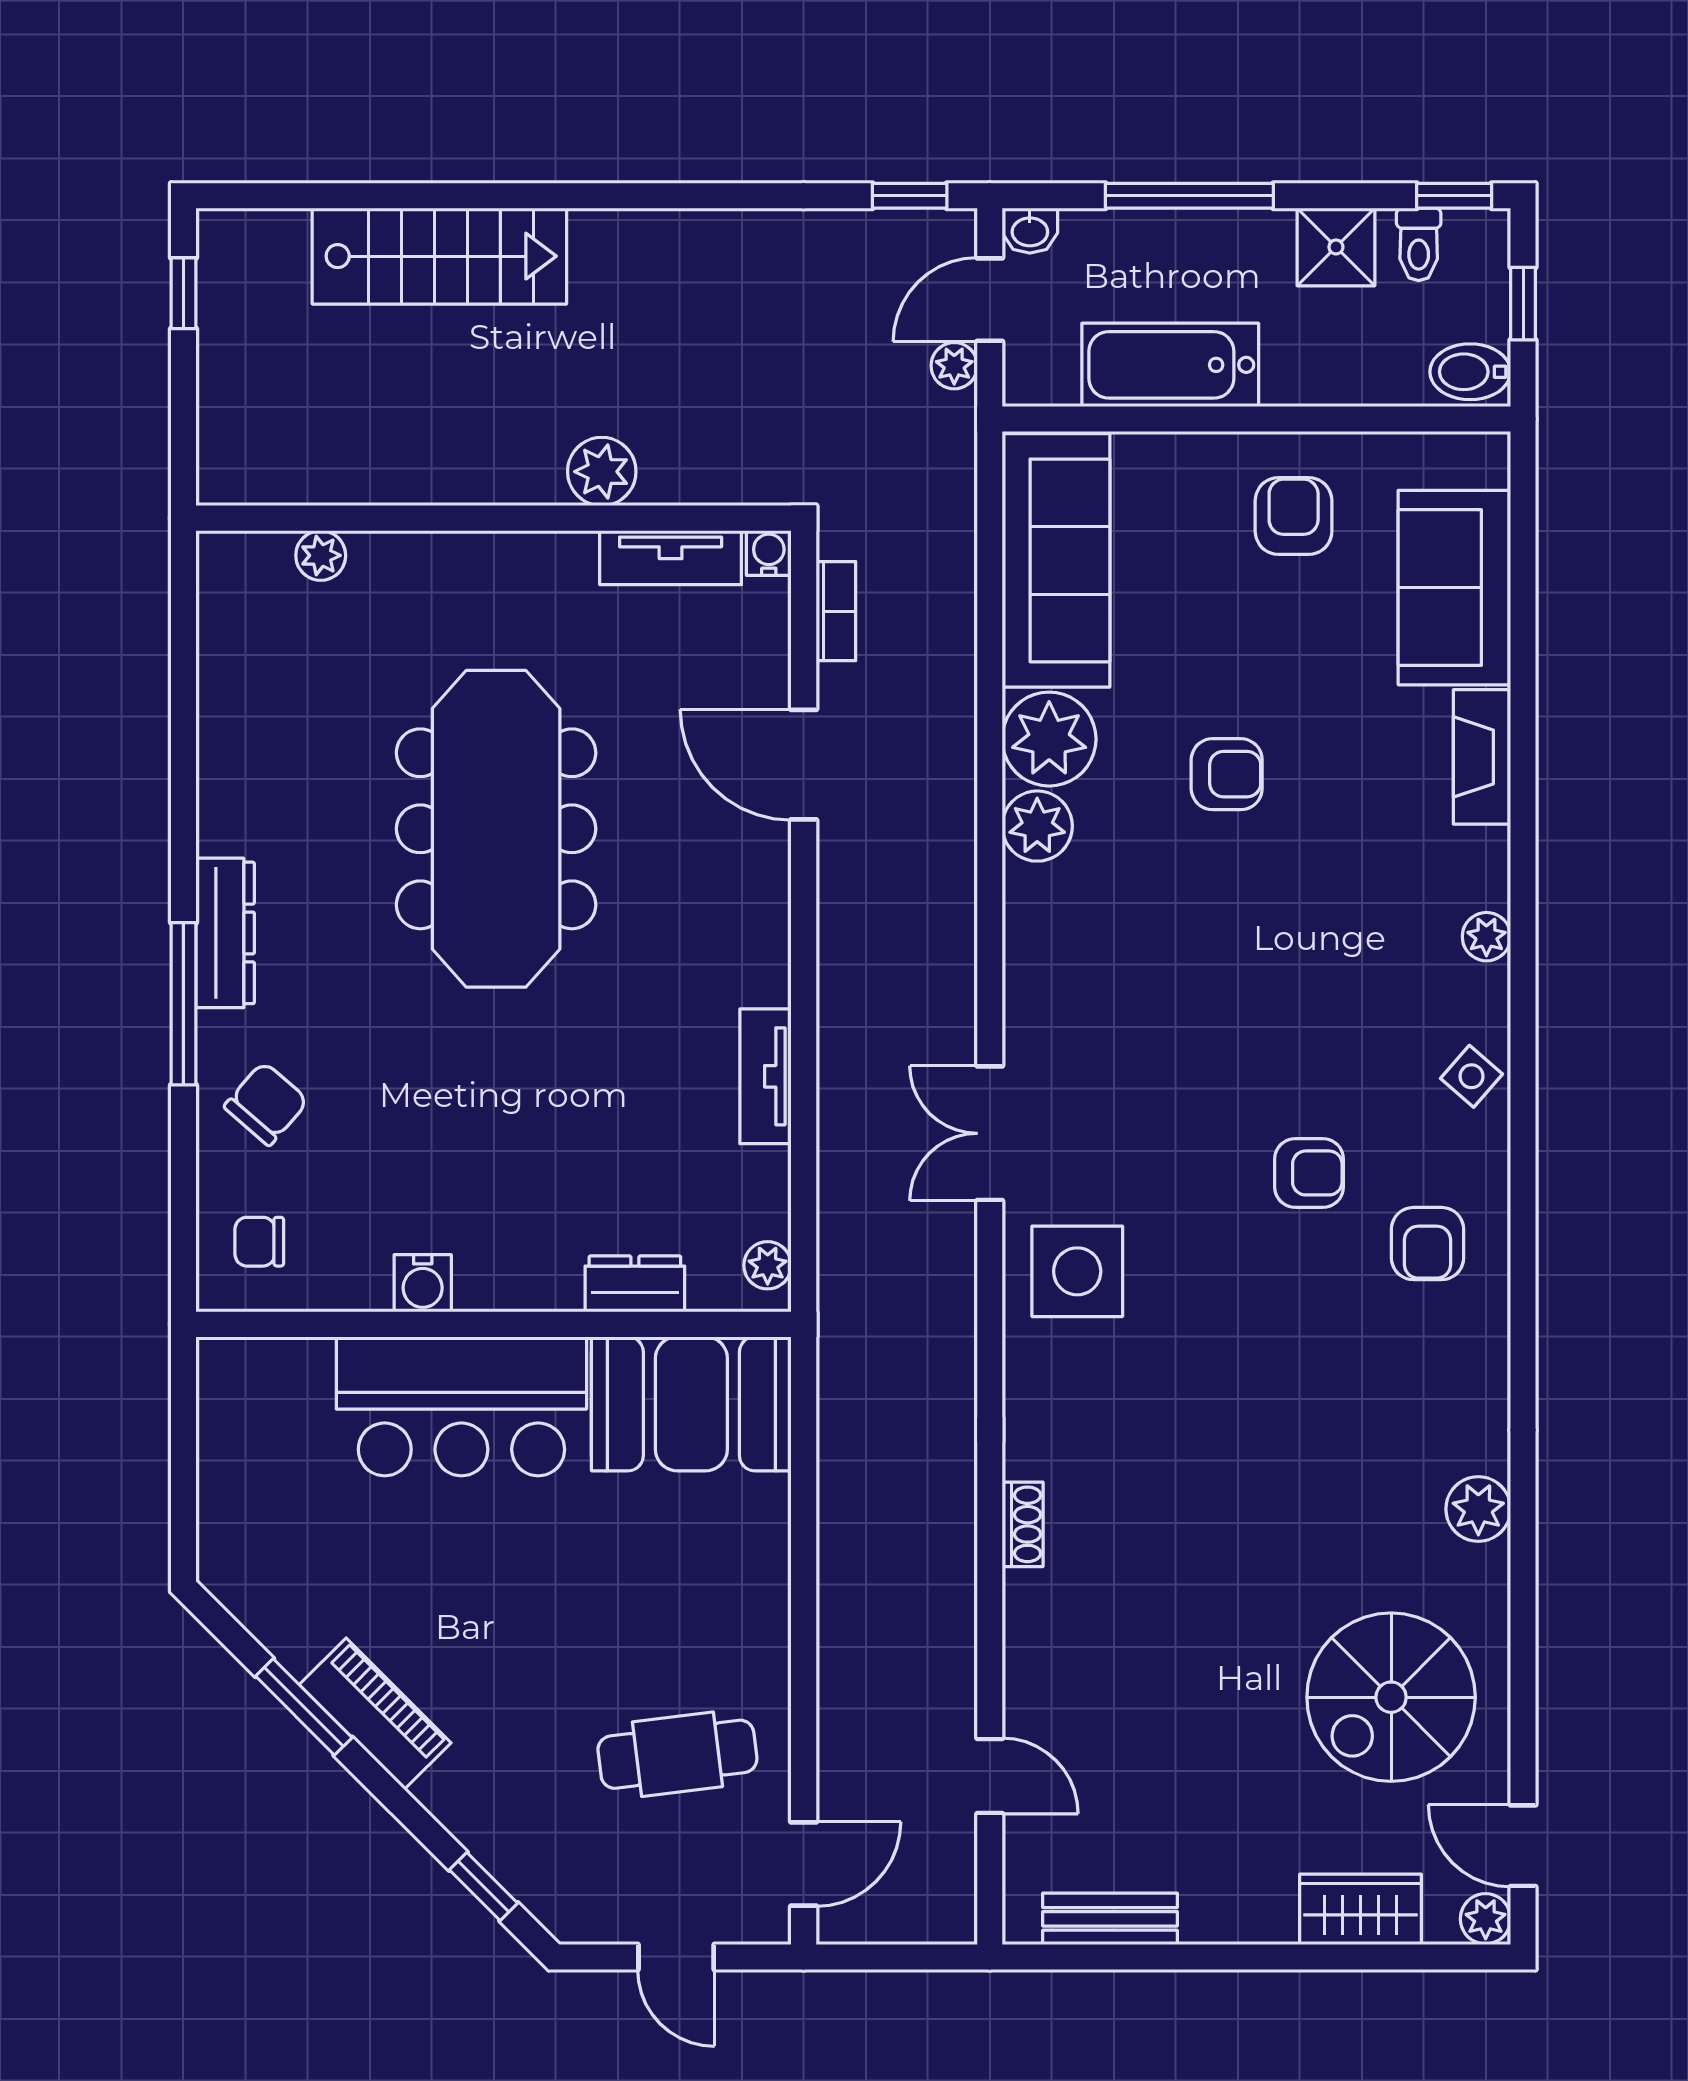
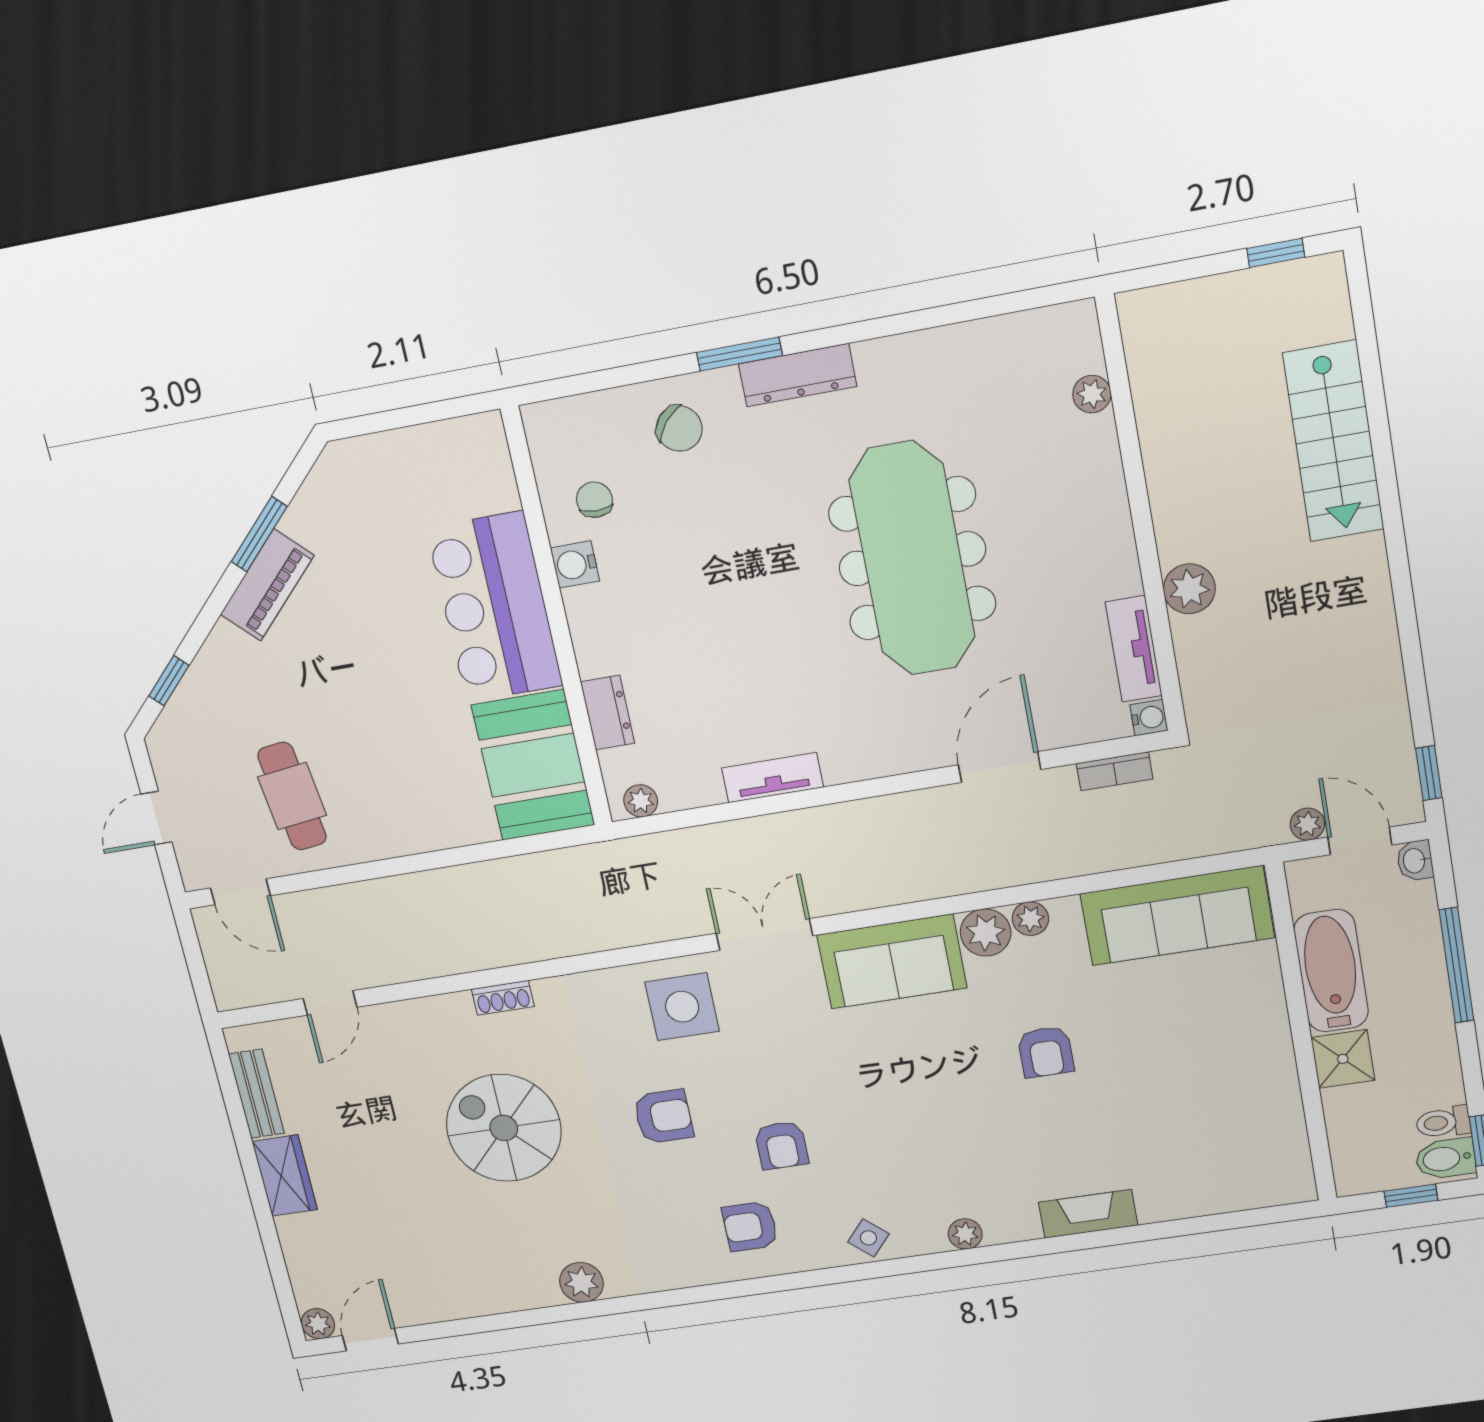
shower: (1336, 247) -> (1343, 1059), moved
bidet: (1470, 372) -> (1445, 1159), moved, turned -90
armchair: (1294, 516) -> (663, 1117), moved
sofa: (1454, 588) -> (892, 962), moved, turned 180
plant: (1049, 739) -> (1030, 919), width x0.53, depth x0.53
meeting table: (496, 829) -> (912, 559), turned 90
window: (183, 1004) -> (739, 354), width x0.69
chair: (259, 1242) -> (594, 500), moved
spiral stairs: (1391, 1697) -> (504, 1128), moved
wardrobe: (1361, 1909) -> (285, 1176), moved

